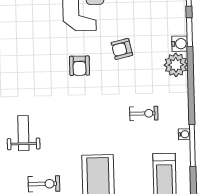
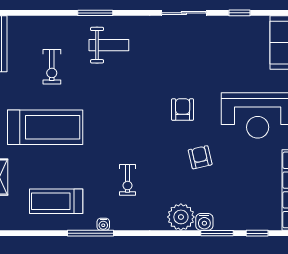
armchair: (79, 66) -> (183, 110), turned 90

